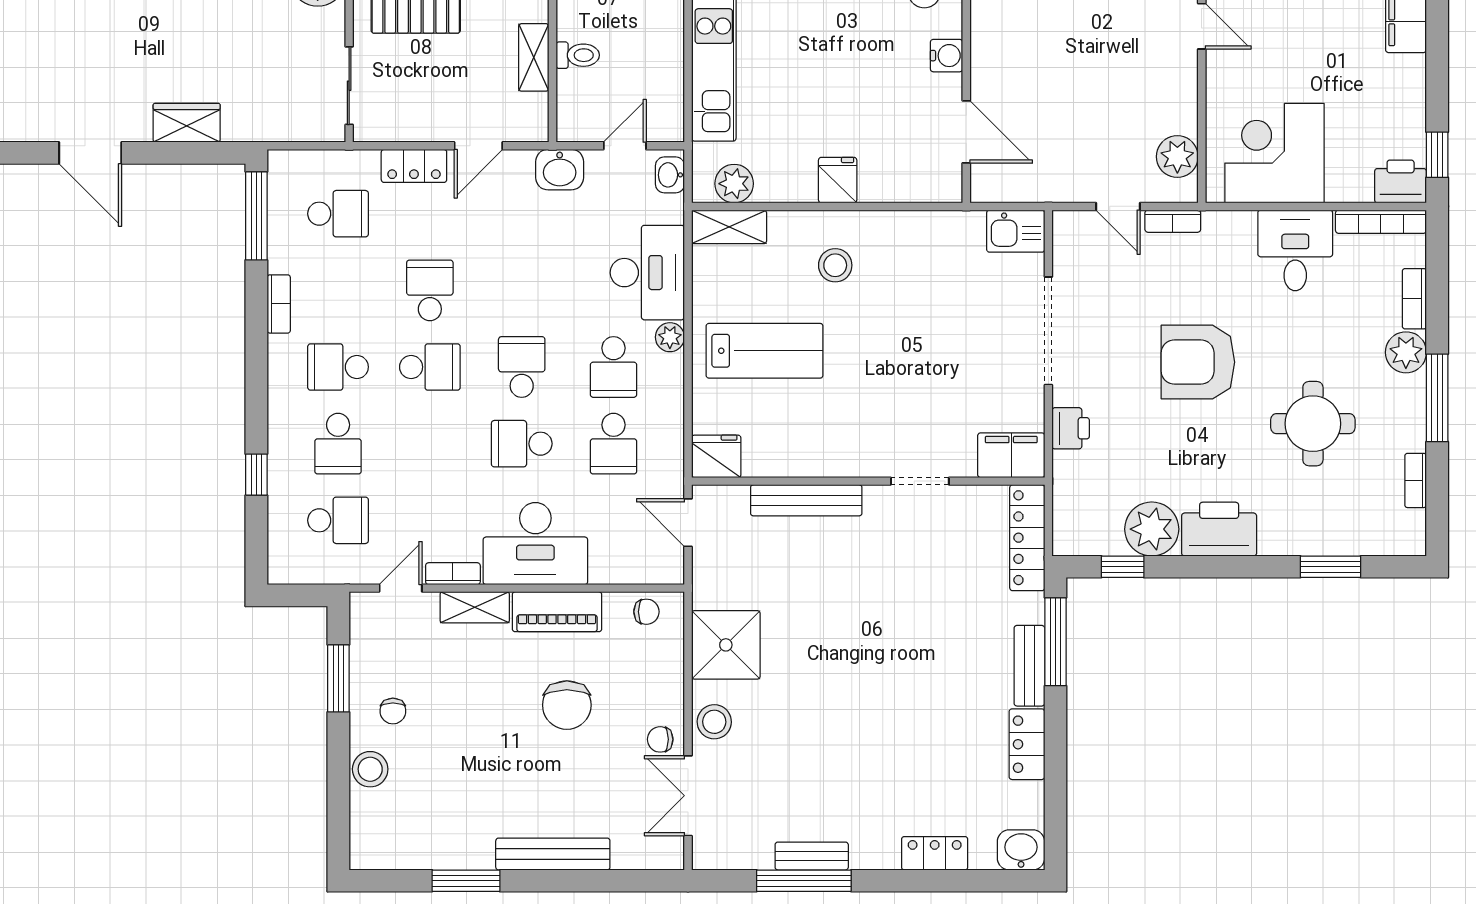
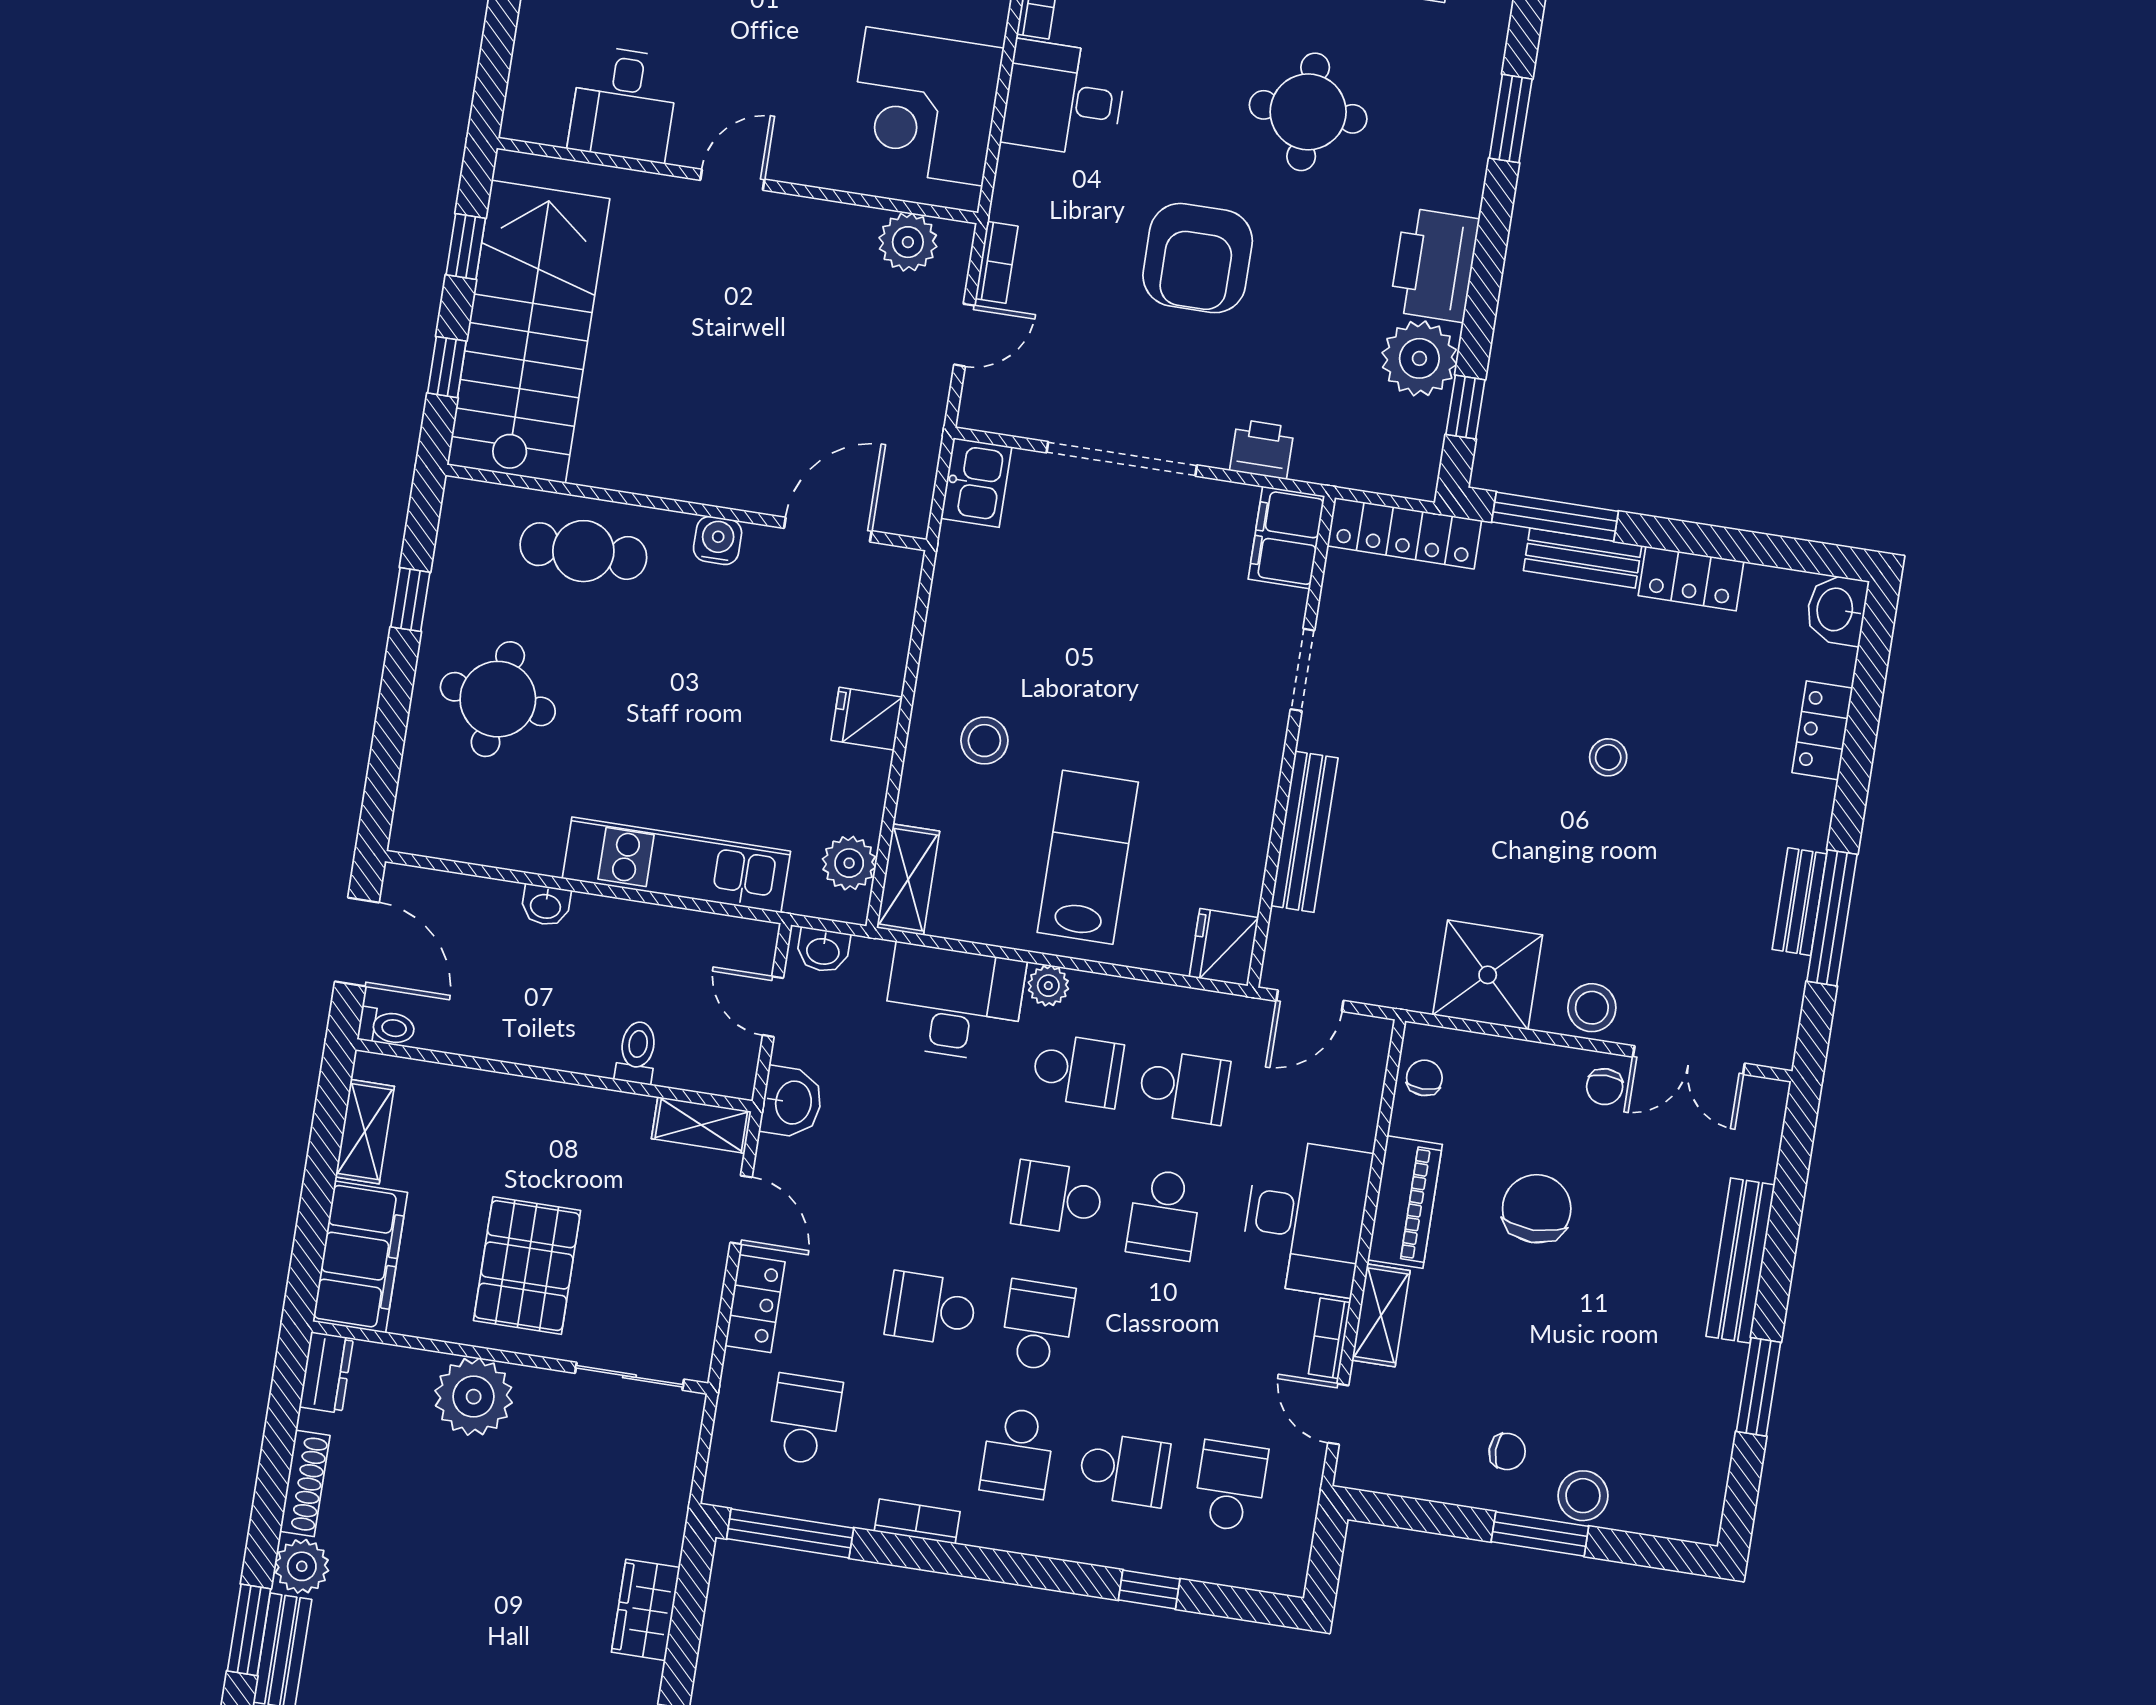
shelving: (534, 57) -> (701, 1125), moved
window: (338, 678) -> (1540, 1534), moved
chair: (567, 705) -> (1537, 1209), turned -90
stool: (892, 706) -> (1608, 757), added

